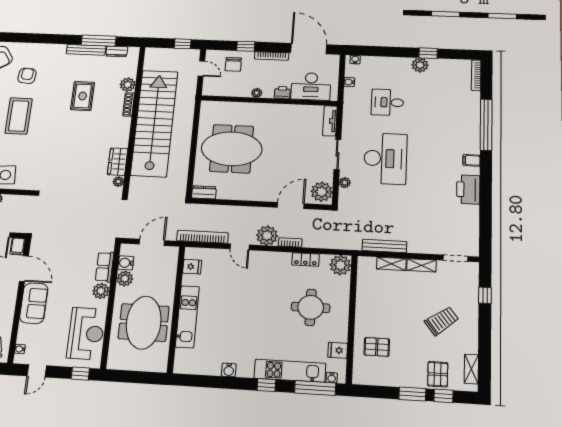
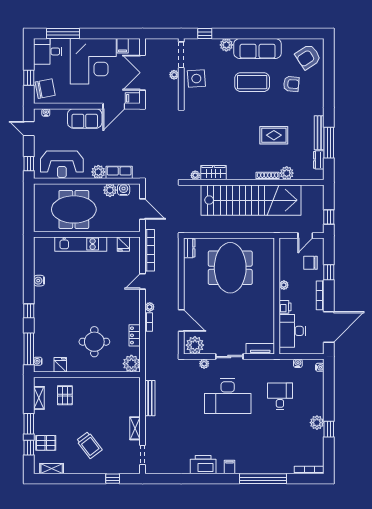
plant: (267, 236) -> (150, 307), width x0.53, depth x0.53
shelving: (391, 264) -> (39, 398), moved
kitchen unit: (290, 371) -> (41, 329), removed

